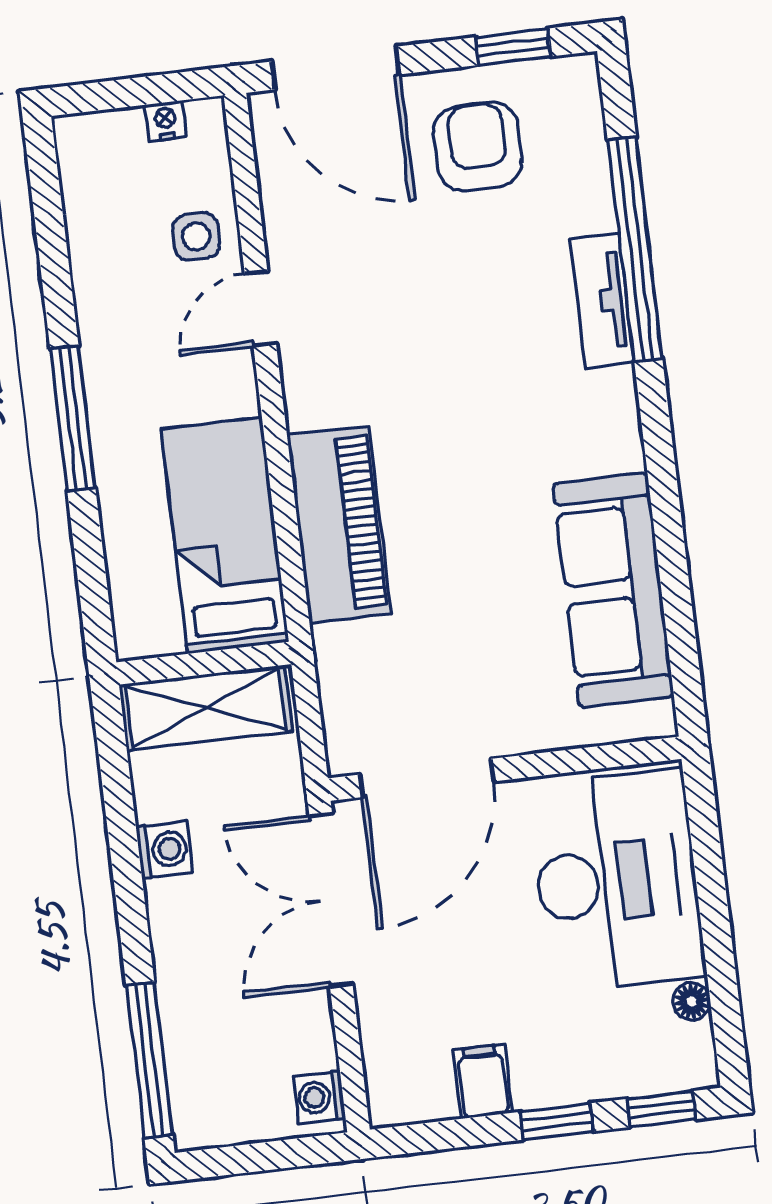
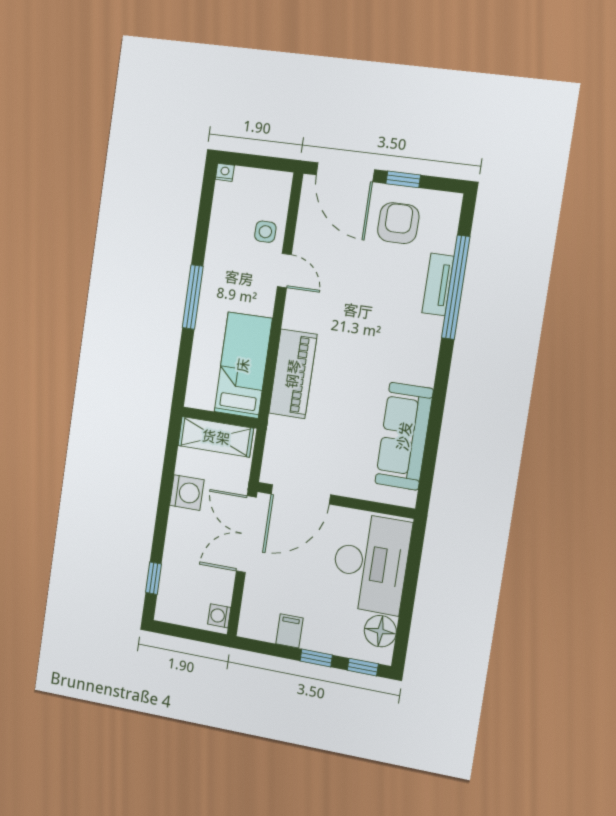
window: (513, 47) -> (403, 179), moved
nightstand: (166, 121) -> (225, 172), moved
tv unit: (602, 301) -> (438, 284), moved
door: (260, 309) -> (284, 271), swing flipped
washing machine: (164, 849) -> (187, 493), width x1.38, depth x1.38
floor lamp: (692, 1002) -> (380, 631), width x1.89, depth x1.89
window: (149, 1060) -> (154, 578), width x0.46

